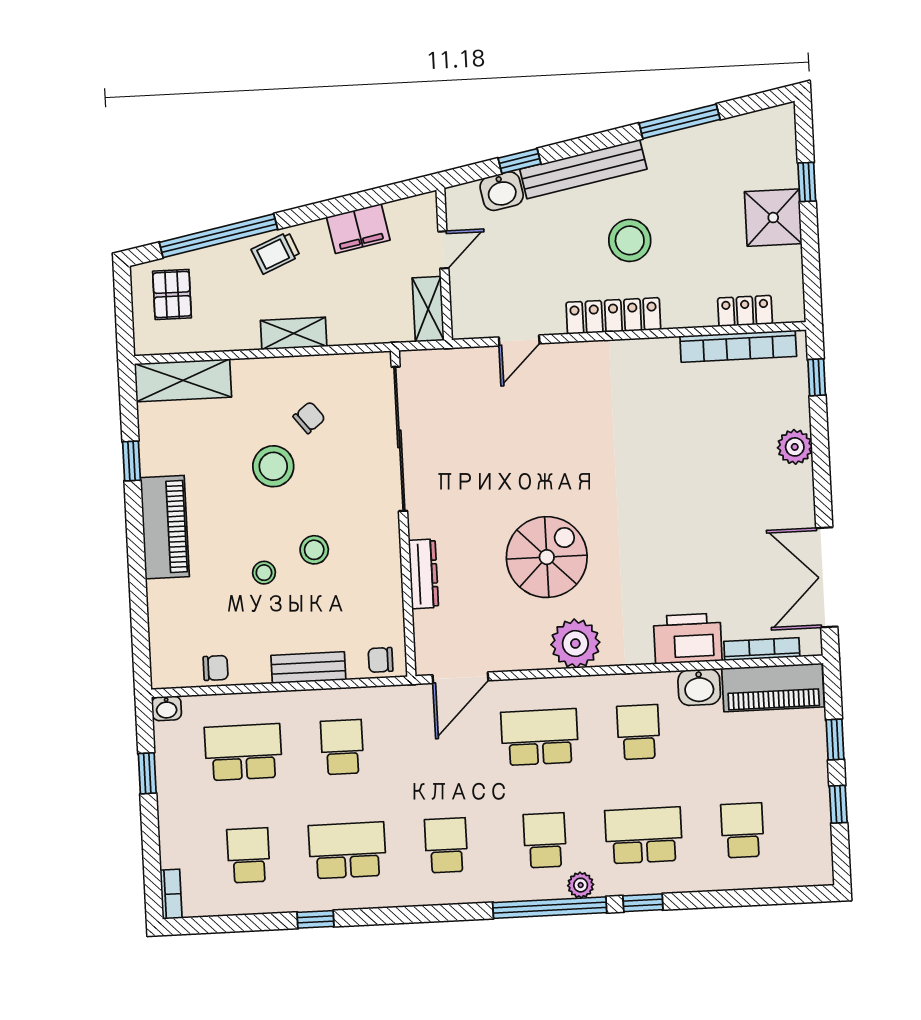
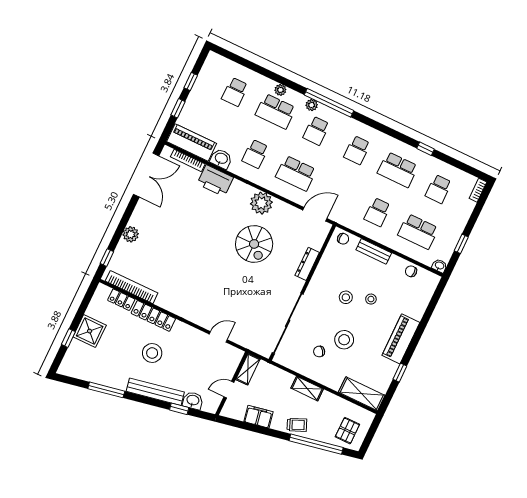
locker: (613, 316) -> (153, 316), moved
spiral stairs: (547, 557) -> (254, 244), turned -90
plant: (657, 882) -> (280, 90), added
window: (643, 903) -> (291, 84), removed

